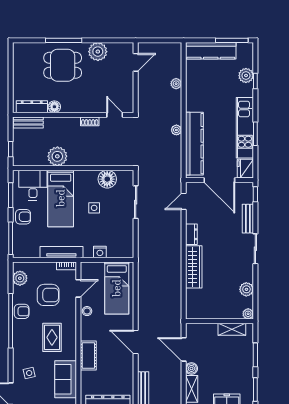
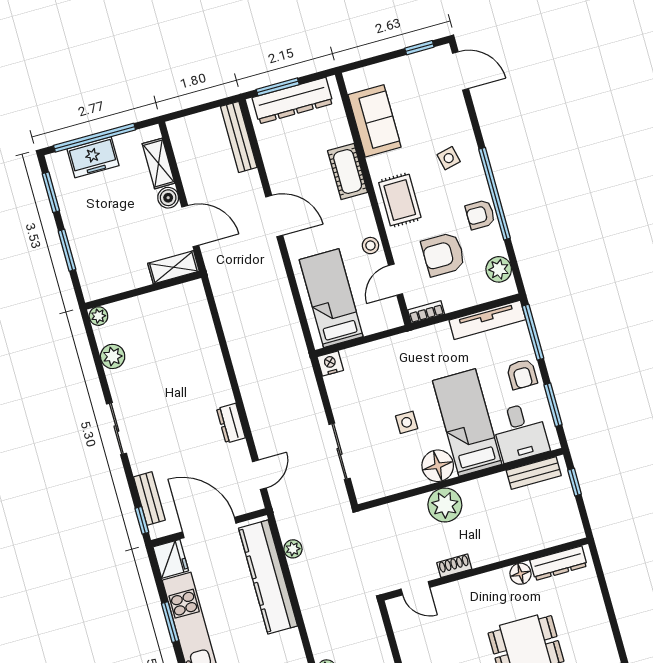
bench: (28, 122) -> (534, 473), moved
plant: (176, 130) -> (293, 549), moved
plant: (57, 156) -> (445, 505), moved
floor lamp: (107, 179) -> (438, 466), moved
armchair: (23, 217) -> (522, 374), turned -90
bench: (248, 219) -> (149, 499), moved
tv unit: (61, 252) -> (487, 320), moved
nightstand: (100, 252) -> (330, 363), moved
wardrobe: (194, 267) -> (212, 369), removed
shelving: (232, 329) -> (173, 267), moved
rug: (52, 337) -> (400, 200), moved
side table: (29, 373) -> (449, 158), moved

